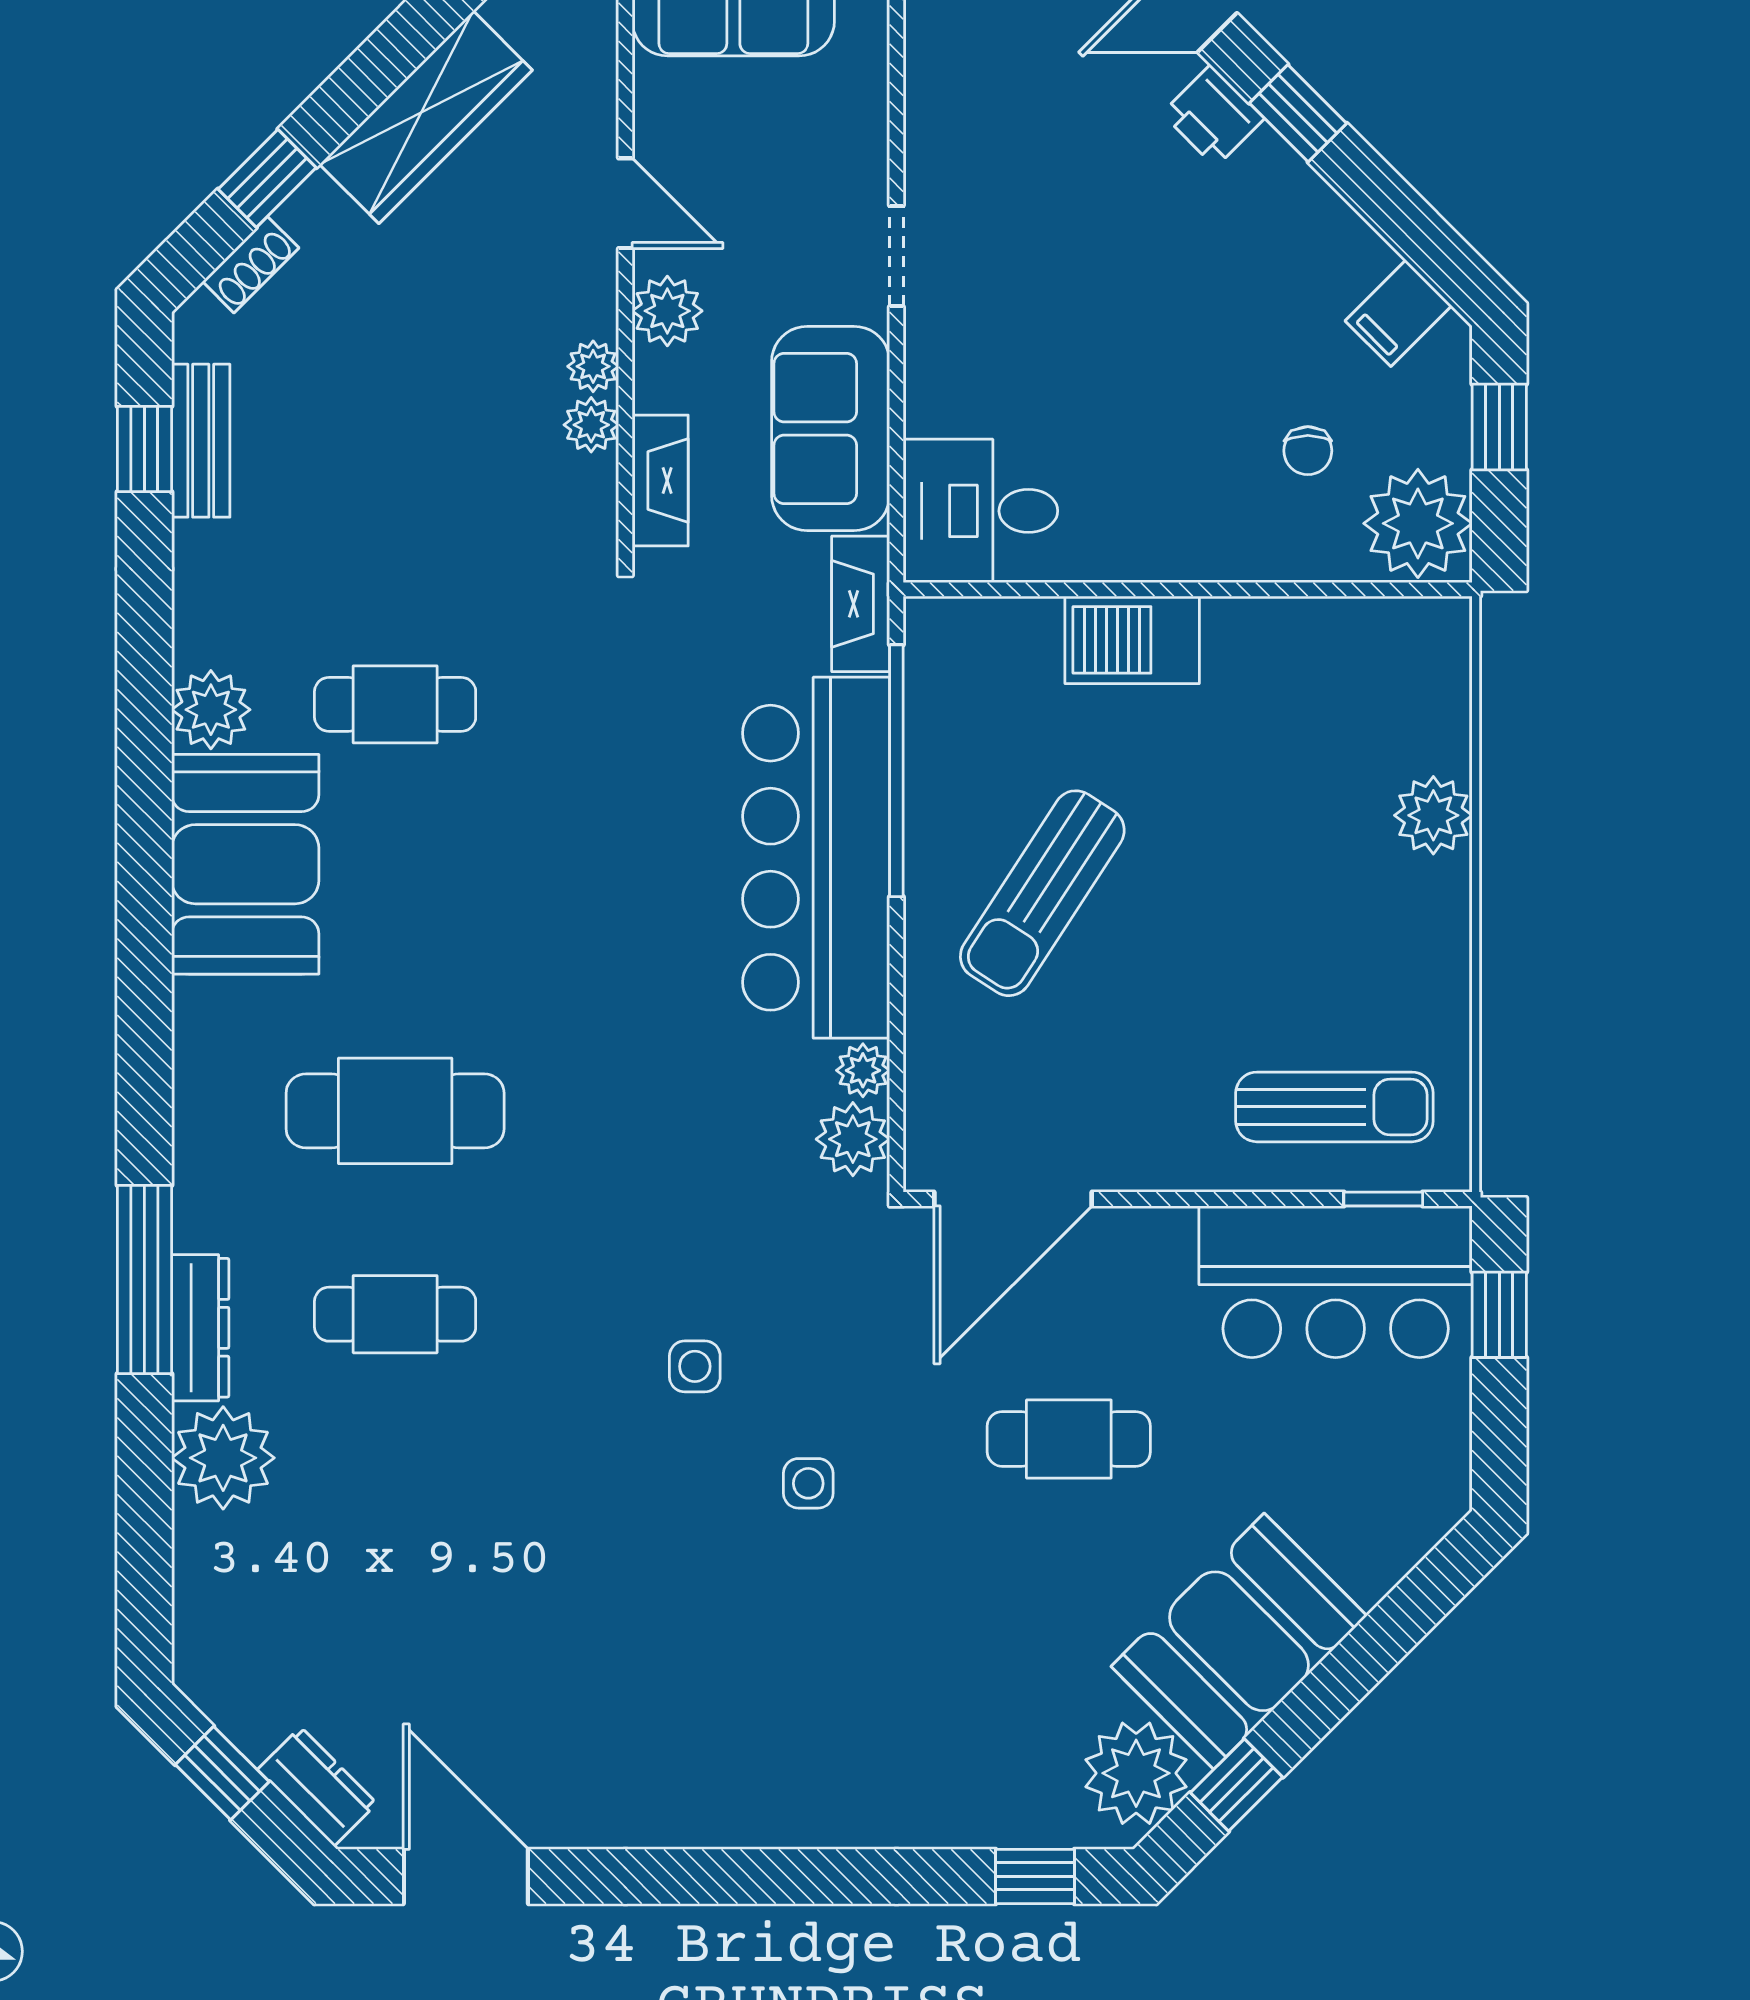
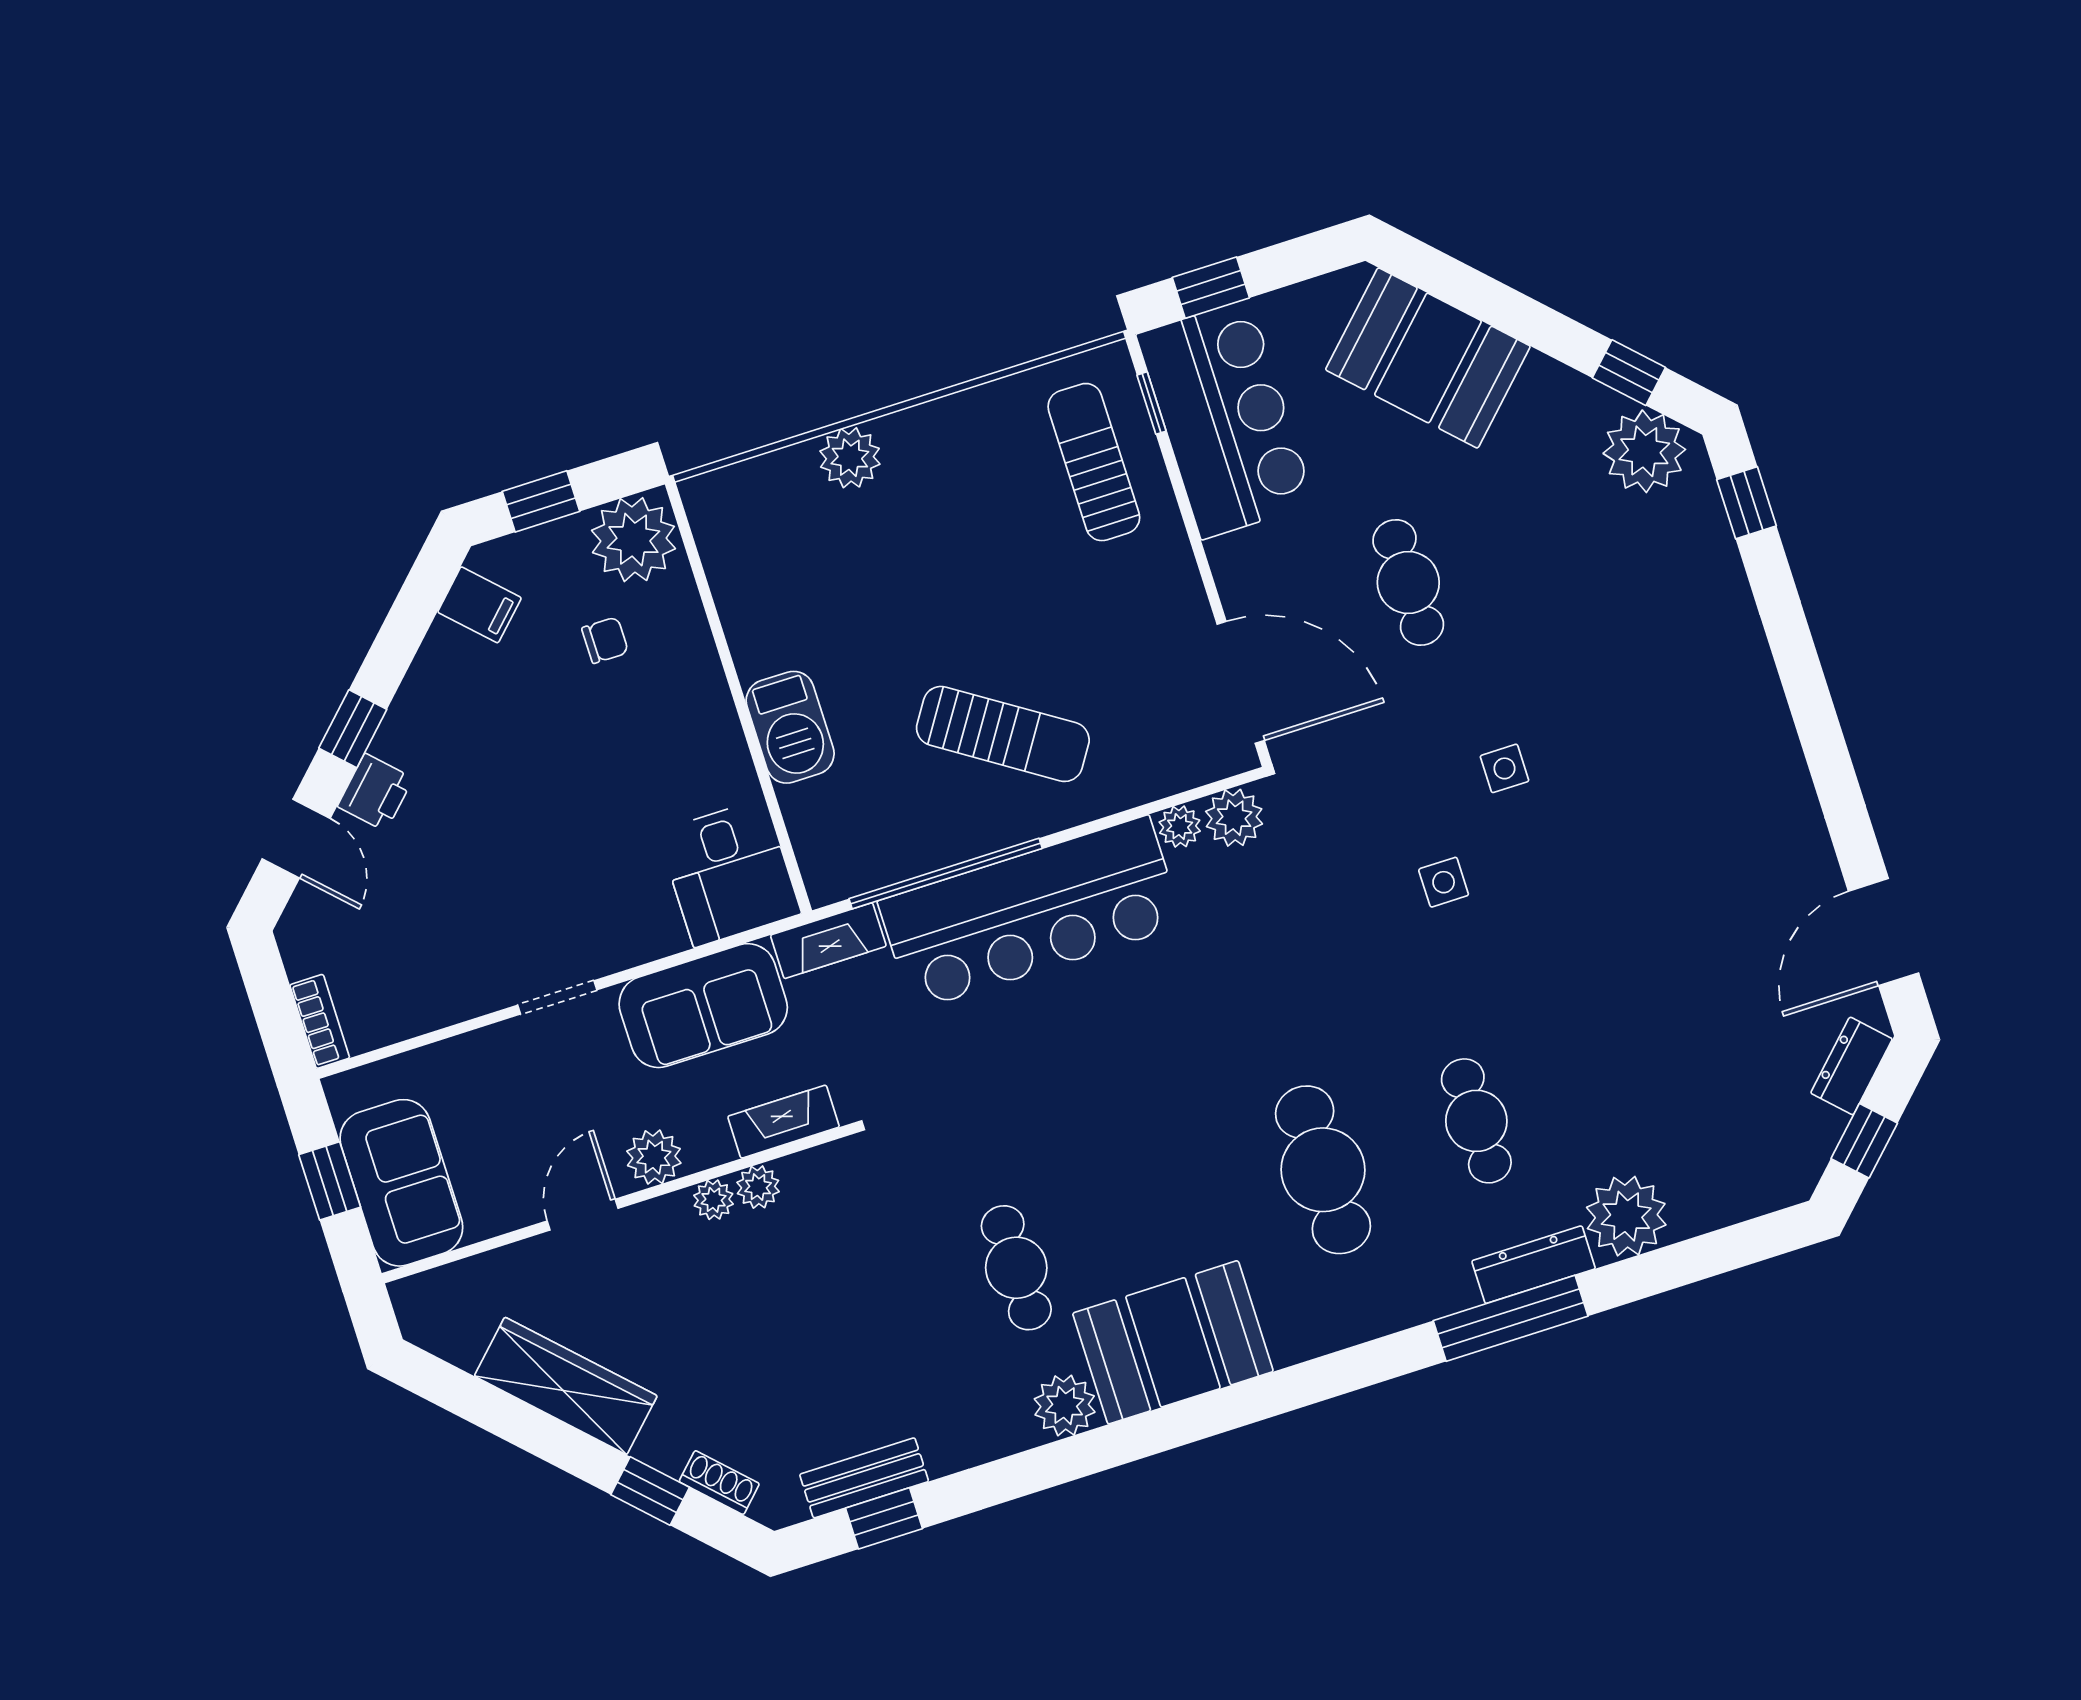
booth: (1239, 1641) -> (1428, 358), moved

